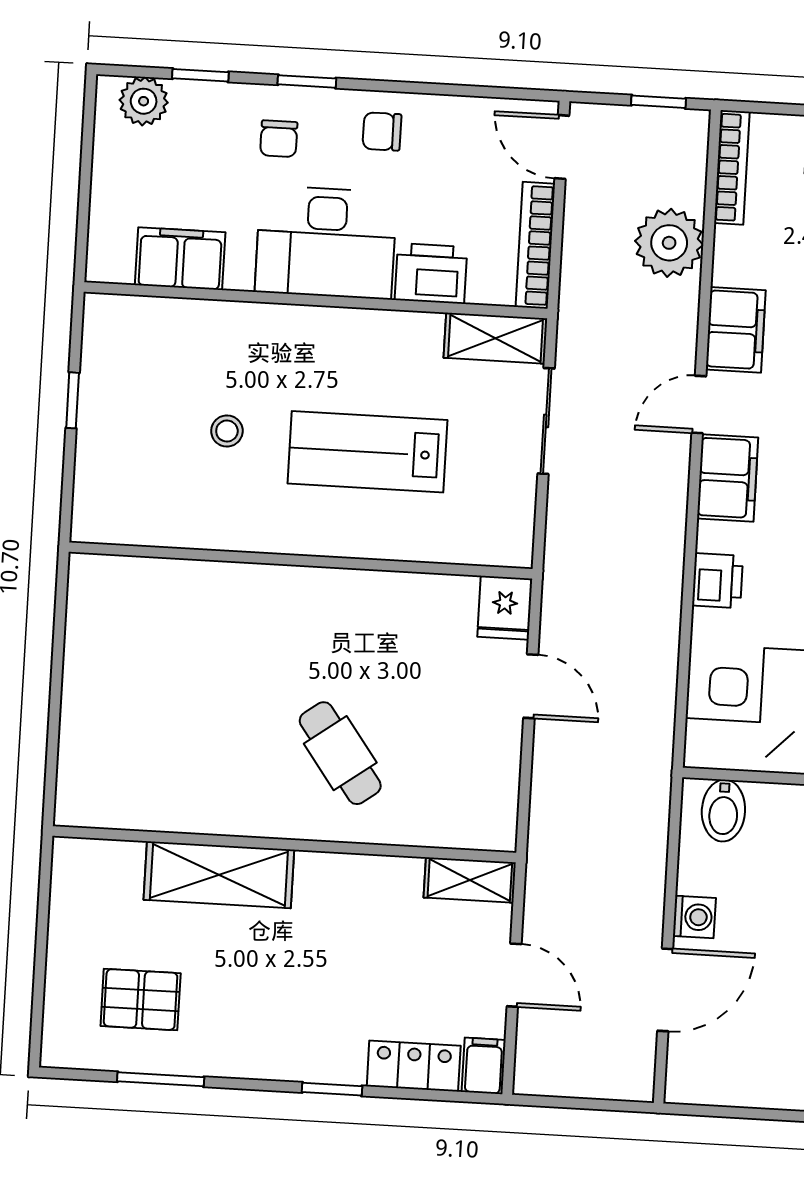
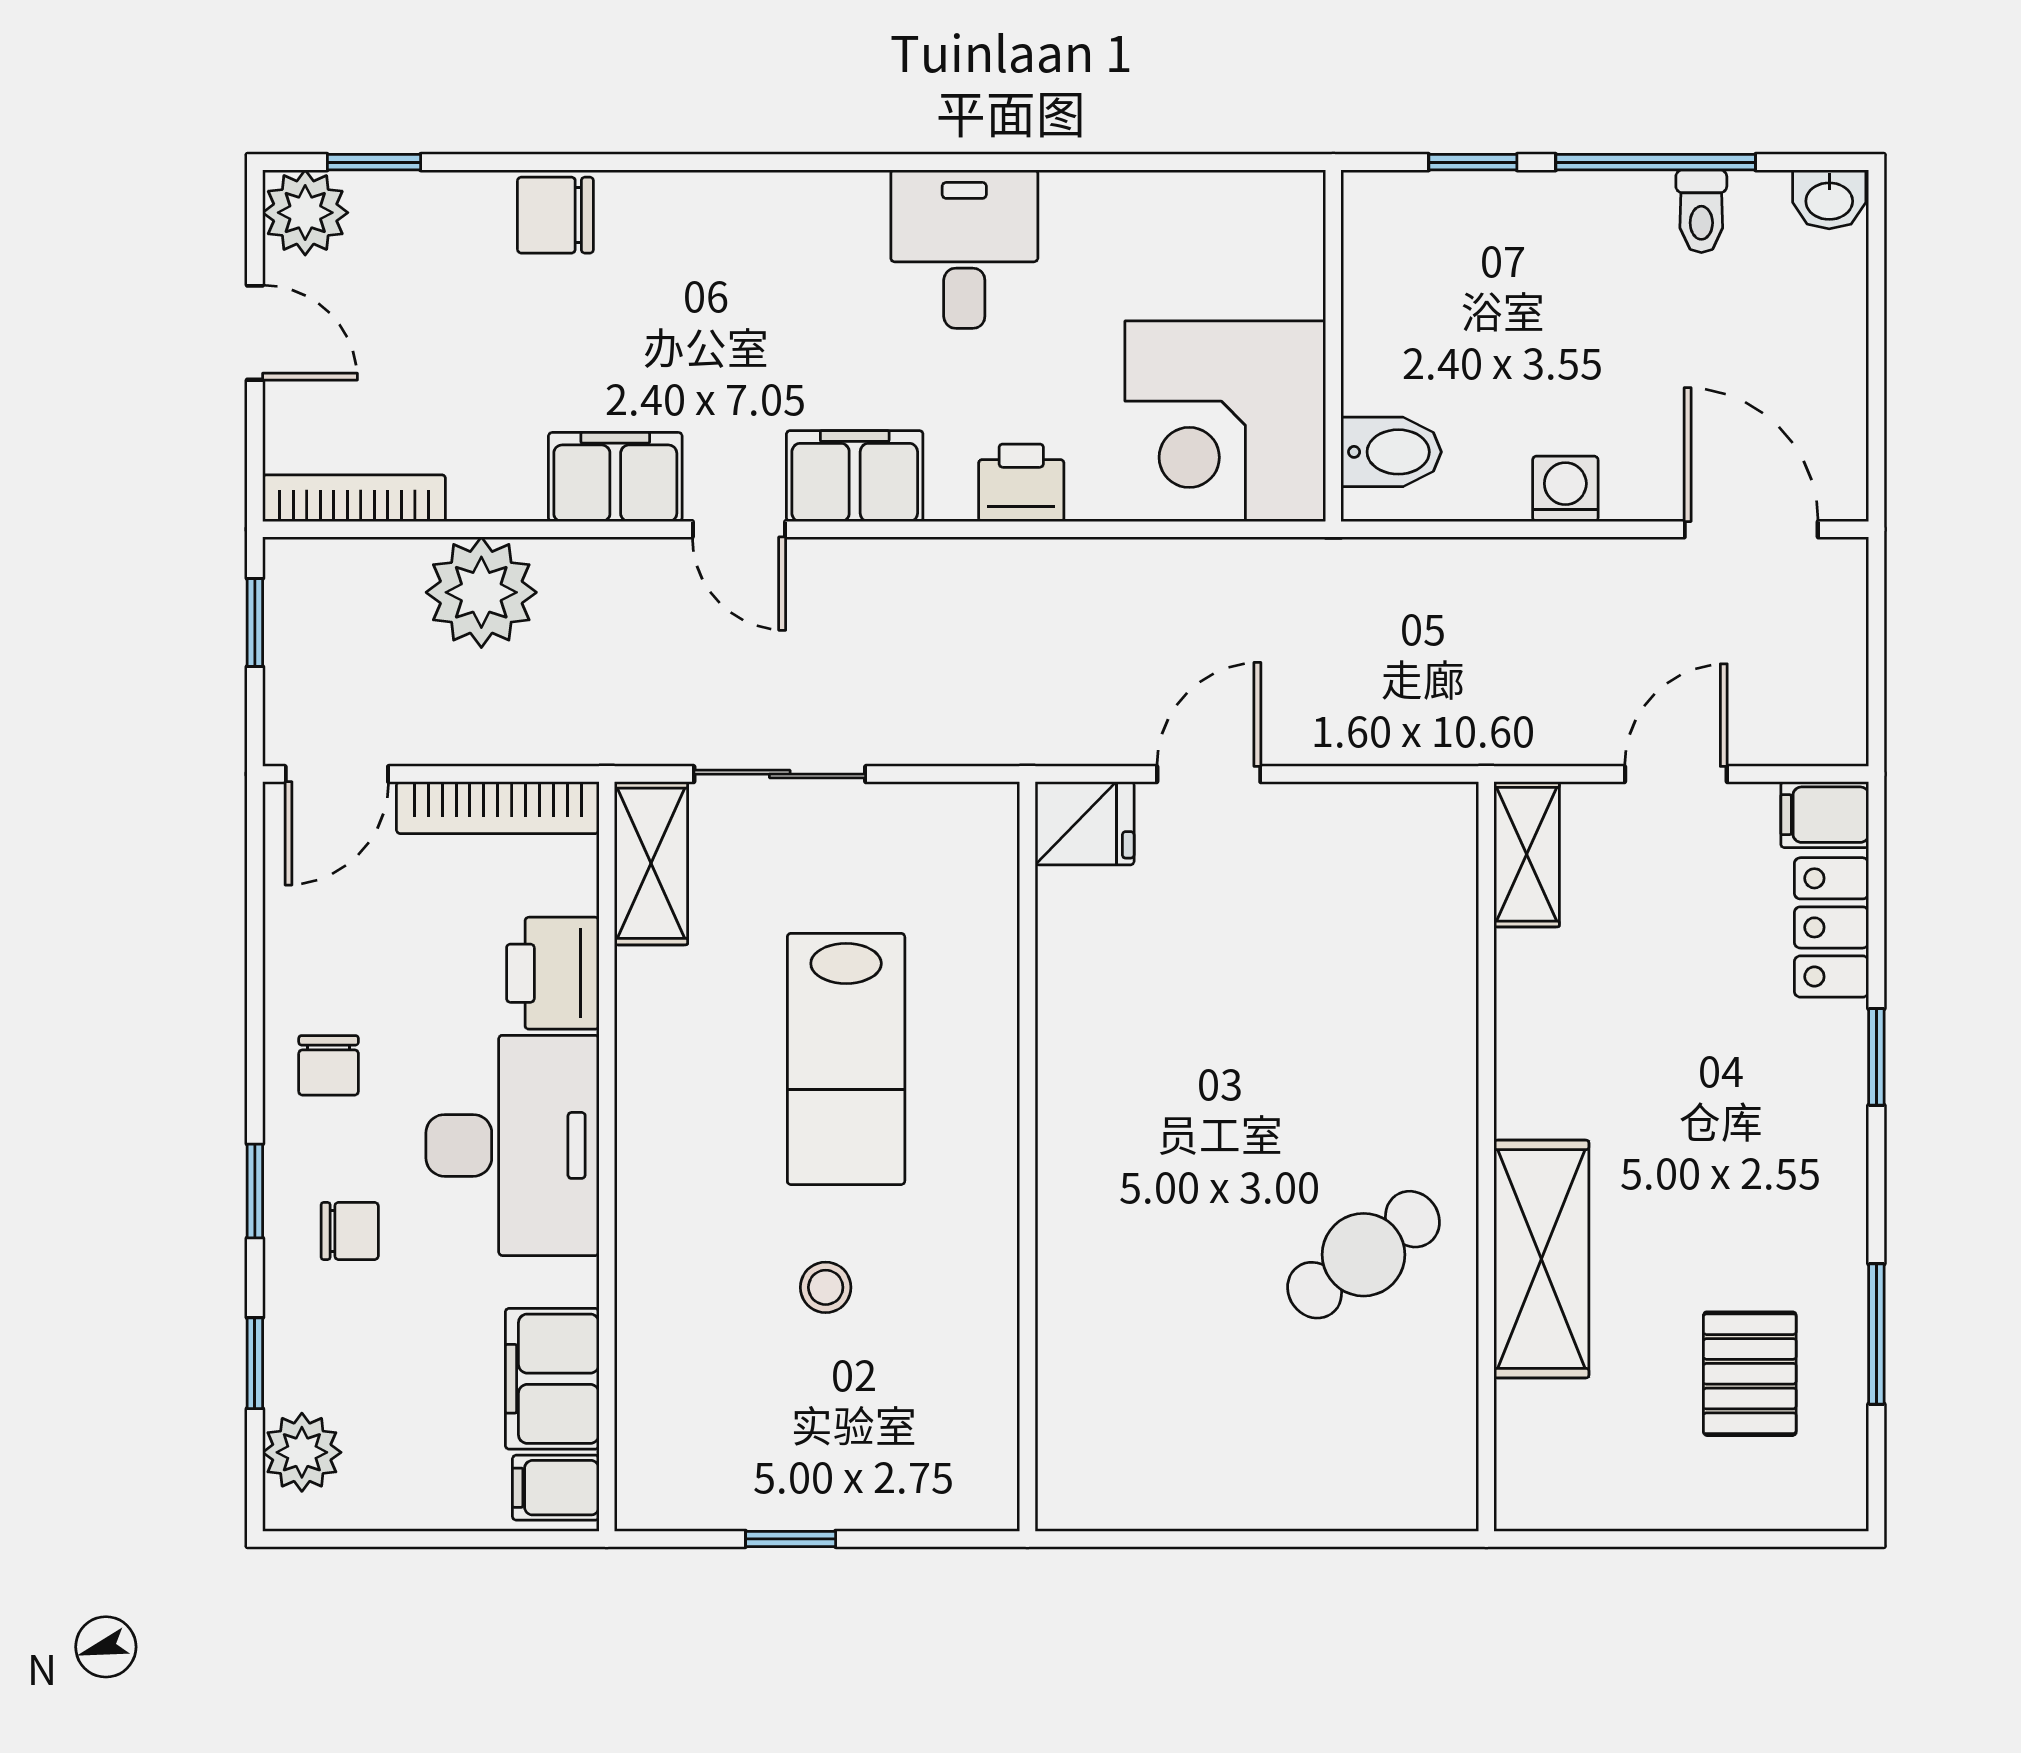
filing cabinet: (113, 257) -> (556, 1488), added
cafe table: (340, 753) -> (1364, 1255), moved
door: (665, 990) -> (1751, 529), moved

